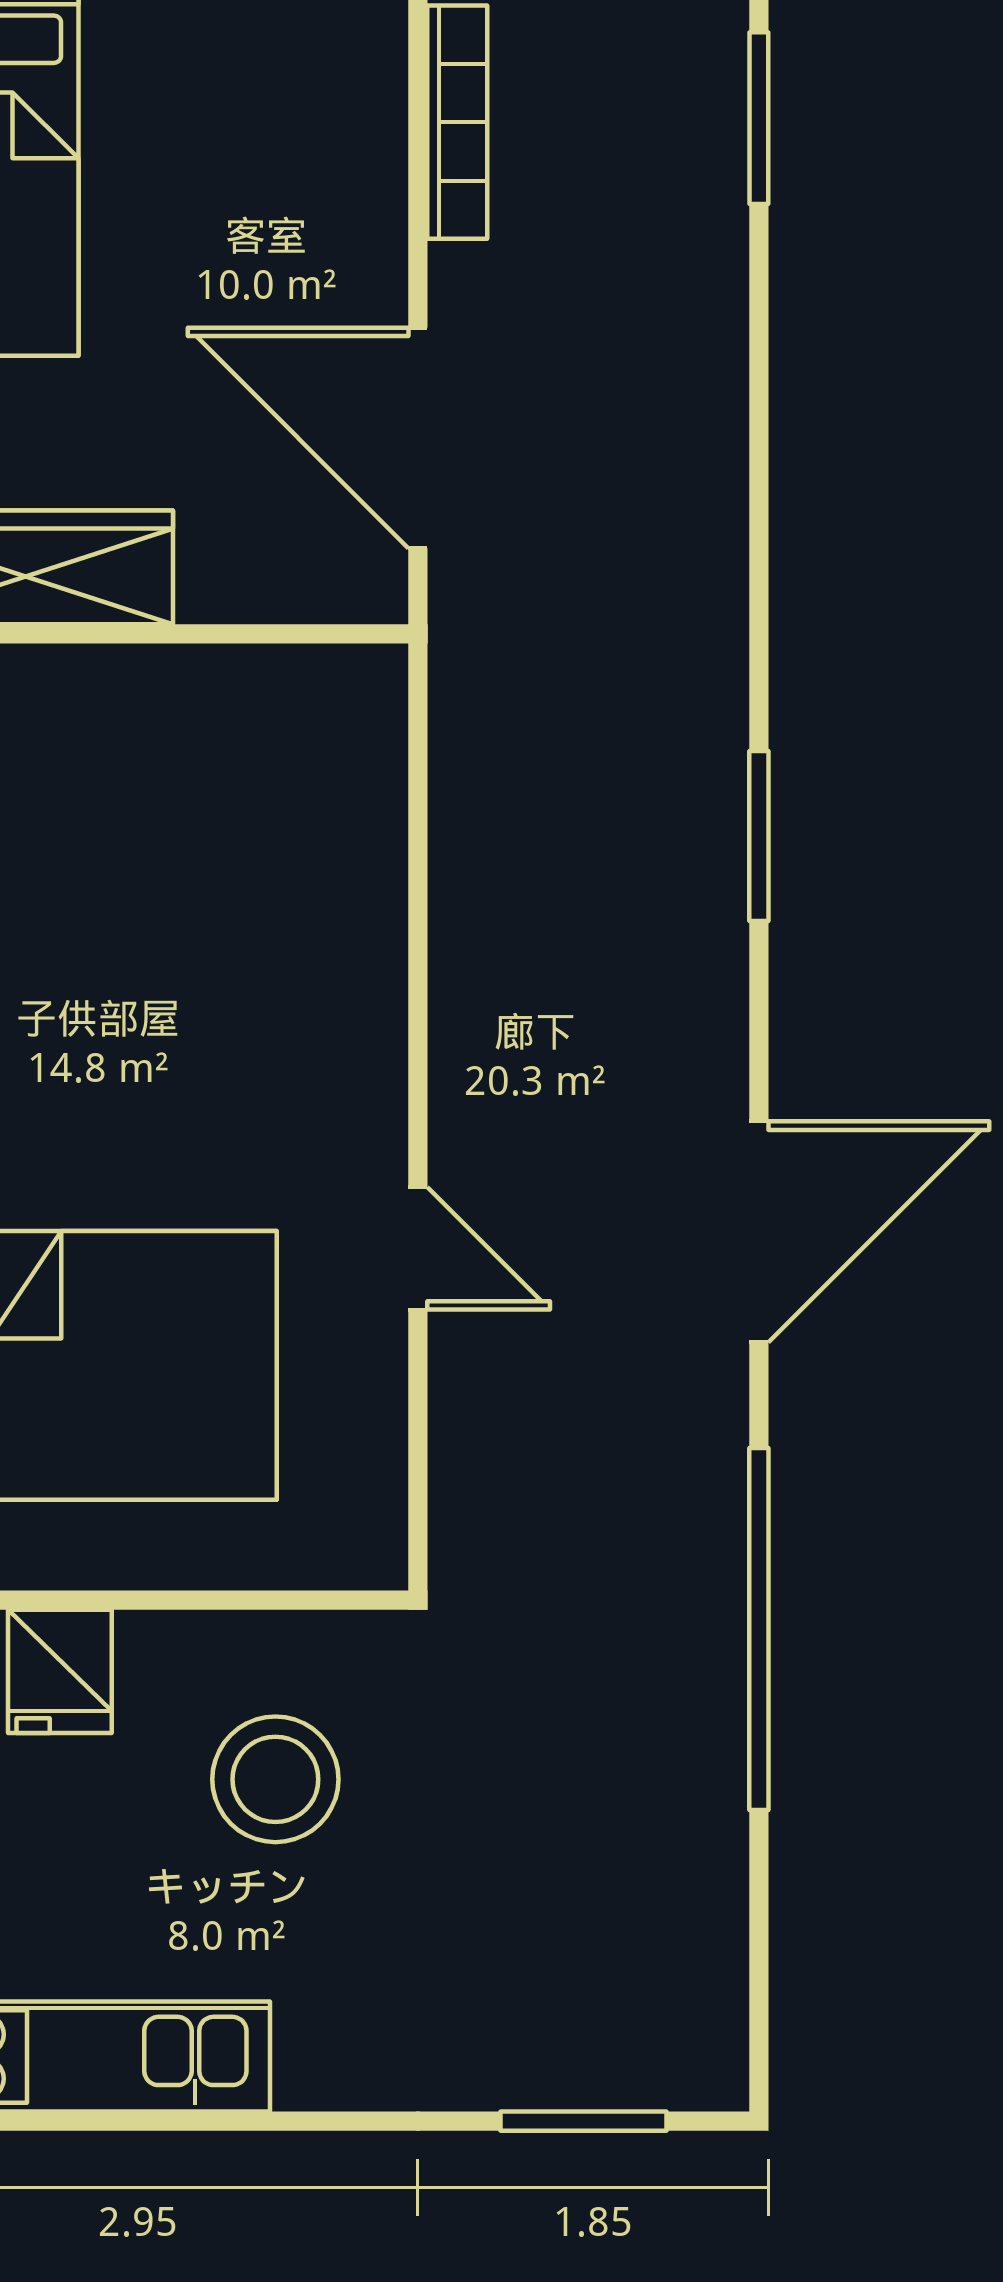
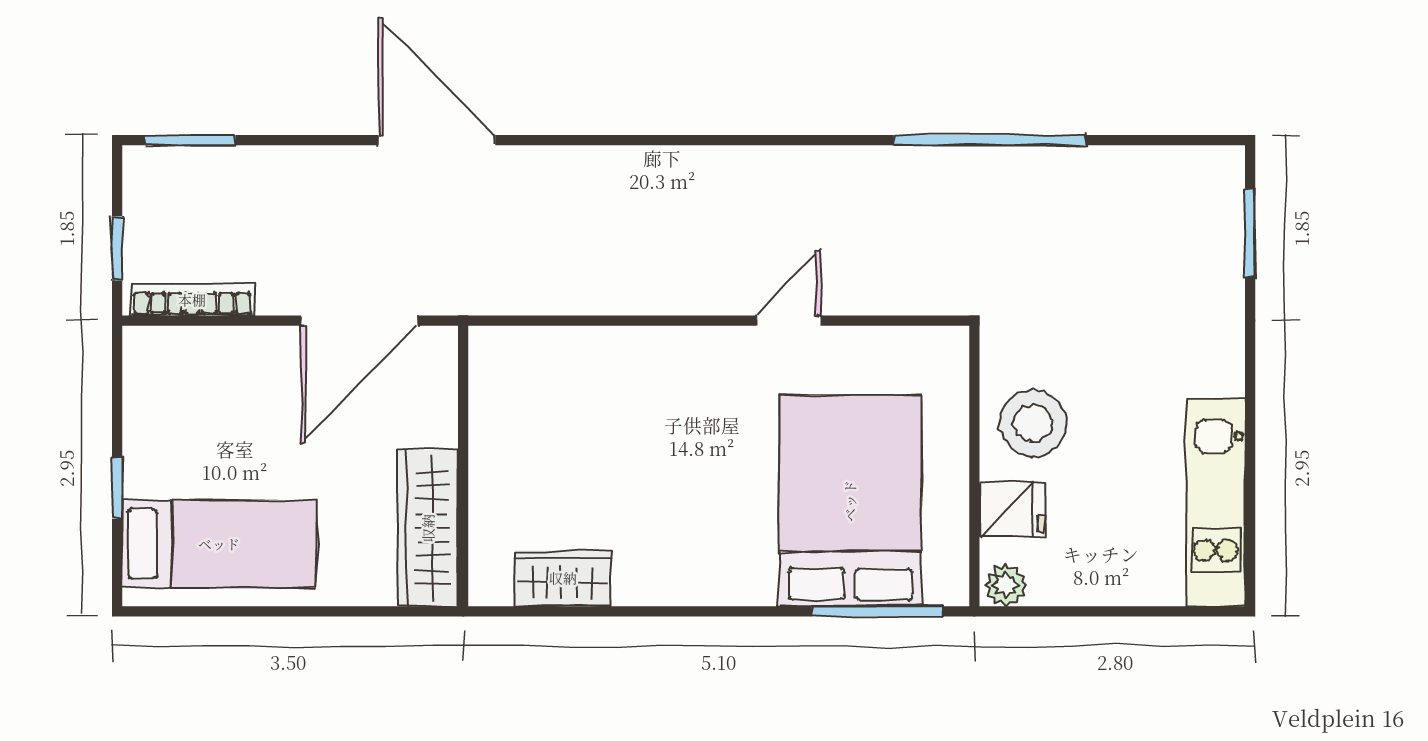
window: (759, 836) -> (570, 140), removed
door: (759, 1232) -> (437, 140), moved
stool: (275, 1779) -> (1033, 423), moved

